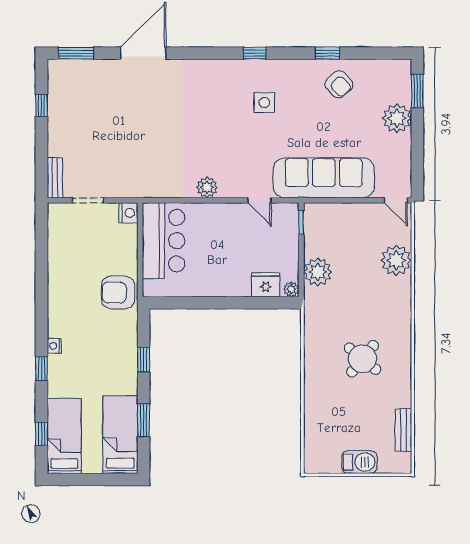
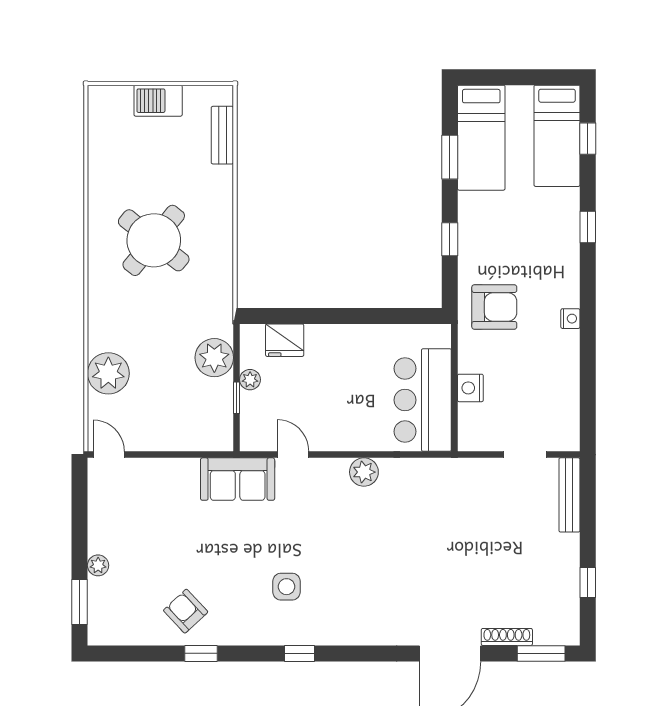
shoe rack: (101, 65) -> (507, 637), added
plant: (397, 118) -> (98, 565), width x0.53, depth x0.53
bench: (55, 178) -> (569, 495), width x1.36
sofa: (324, 178) -> (238, 479), width x0.54, depth x0.79
nightstand: (128, 213) -> (470, 388), moved
window: (301, 222) -> (237, 398), moved
plant: (291, 289) -> (250, 380), moved
armchair: (118, 292) -> (494, 307), moved
nightstand: (54, 346) -> (570, 319), moved
round table: (363, 359) -> (154, 240), width x1.36, depth x1.36
bench: (403, 430) -> (222, 135), moved

